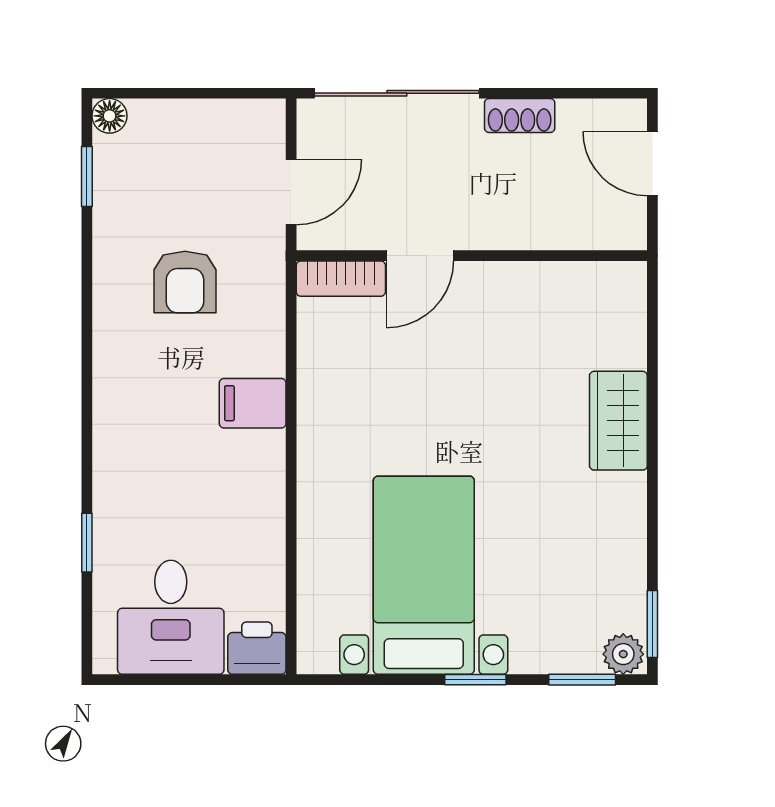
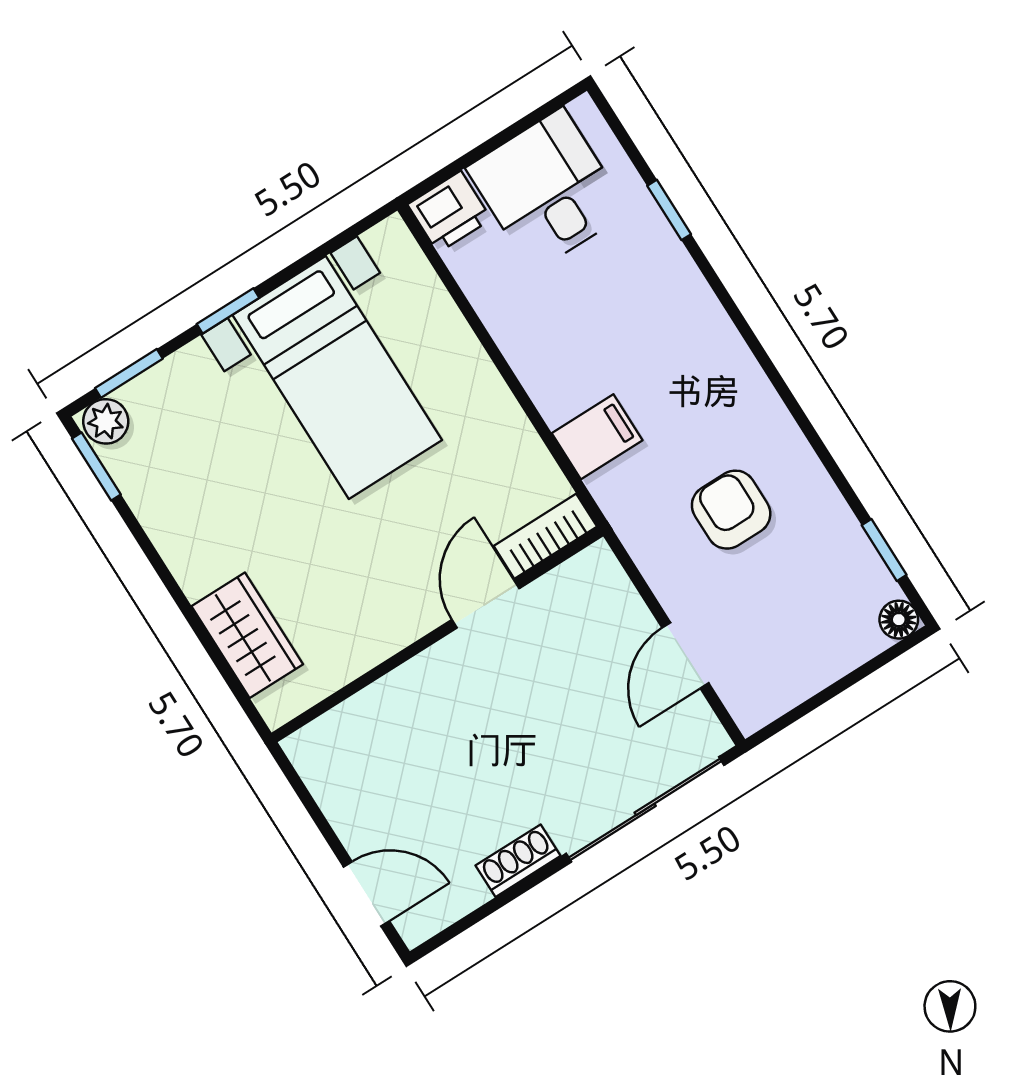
door: (420, 256) -> (486, 604), moved
wall: (472, 256) -> (437, 634), moved
bookcase: (341, 279) -> (545, 536), moved

